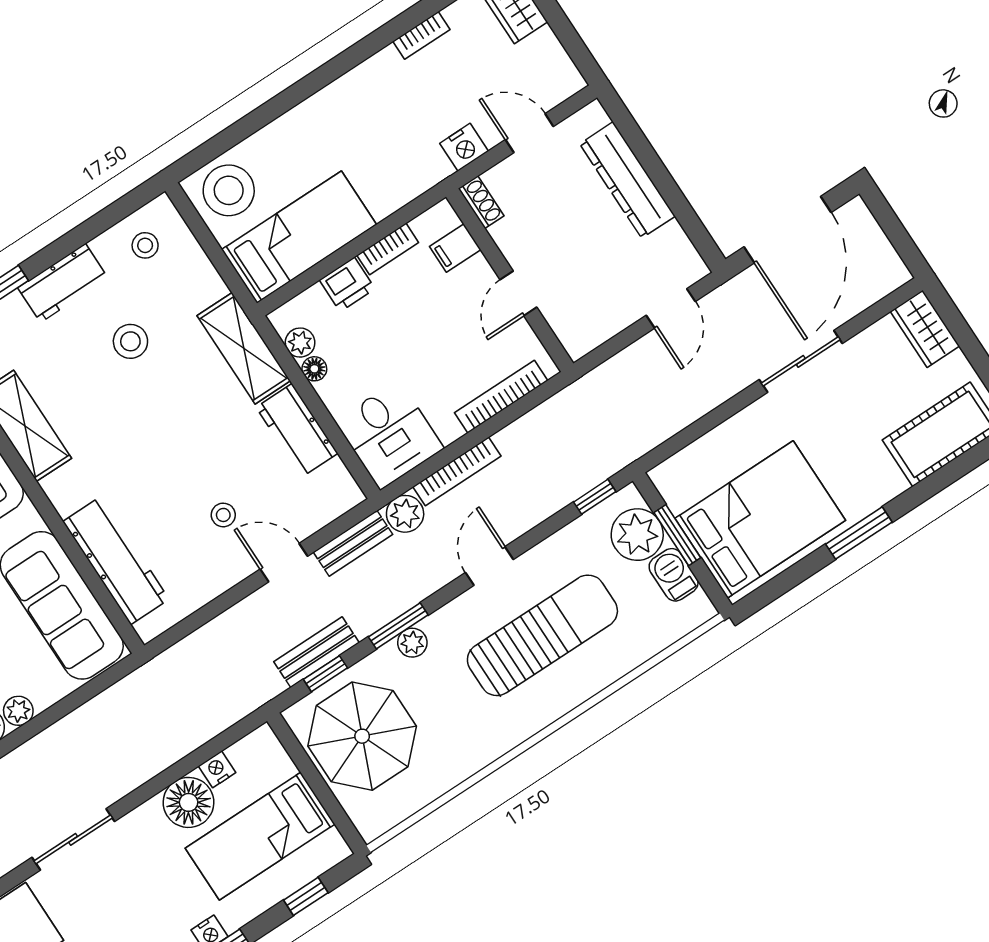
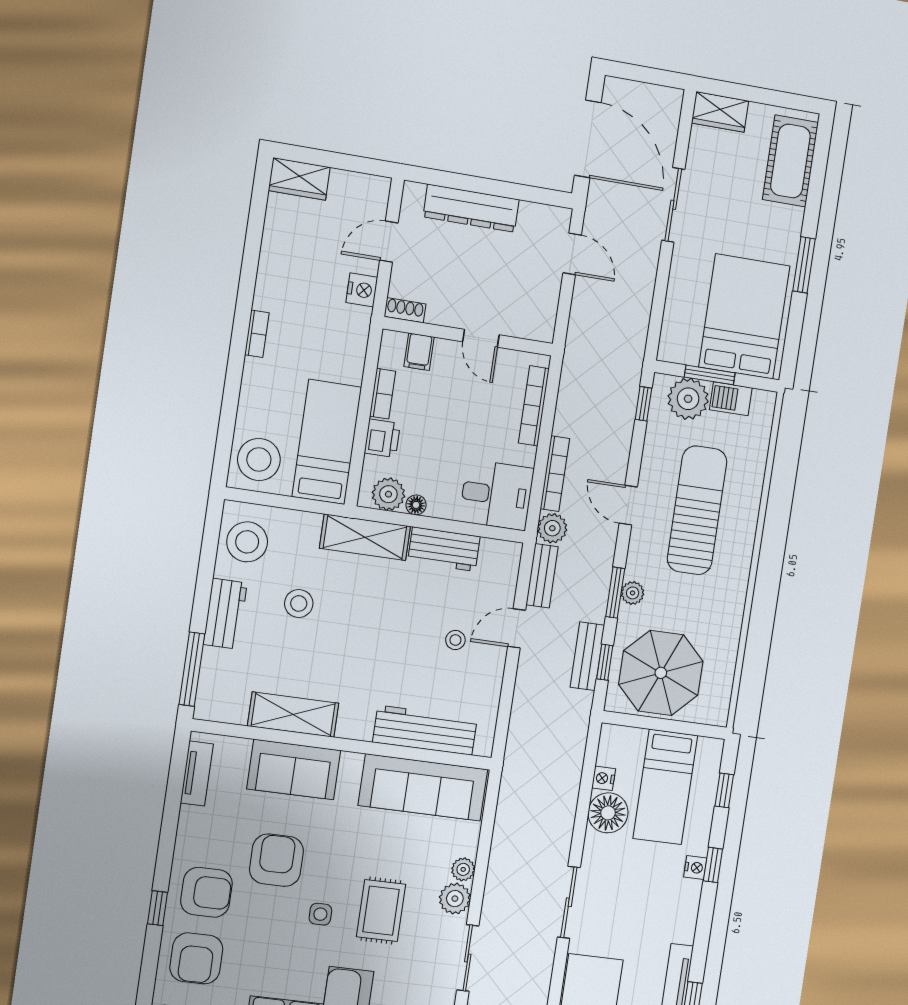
bookcase: (421, 35) -> (257, 334), moved
stool: (145, 245) -> (247, 542), width x1.89, depth x1.89
plant: (300, 343) -> (388, 494), width x1.38, depth x1.38

